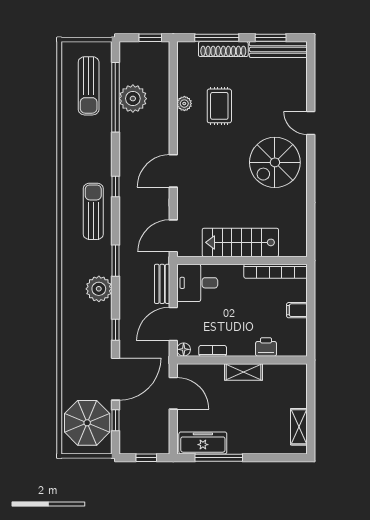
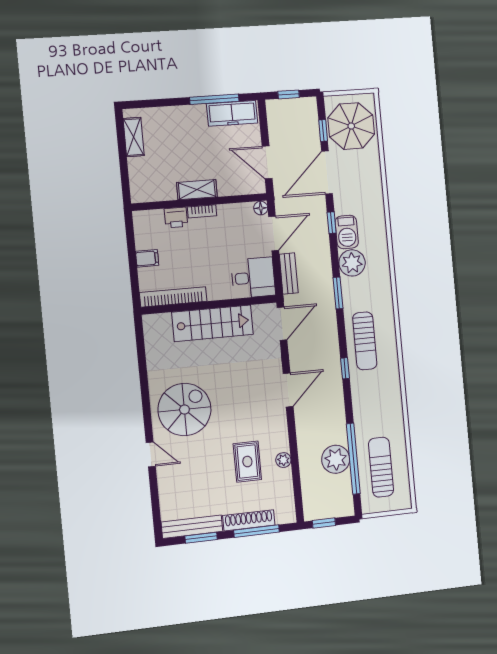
barbecue: (101, 319) -> (347, 232), added
bookcase: (213, 351) -> (202, 211), moved

